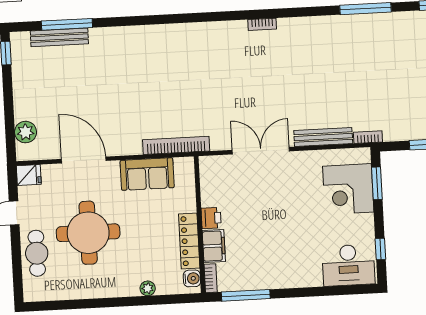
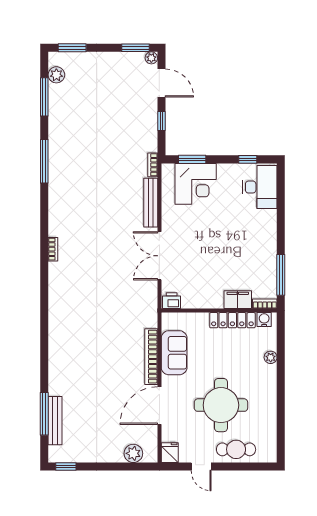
bookcase: (176, 145) -> (151, 357), moved
printer: (211, 218) -> (172, 301), moved

